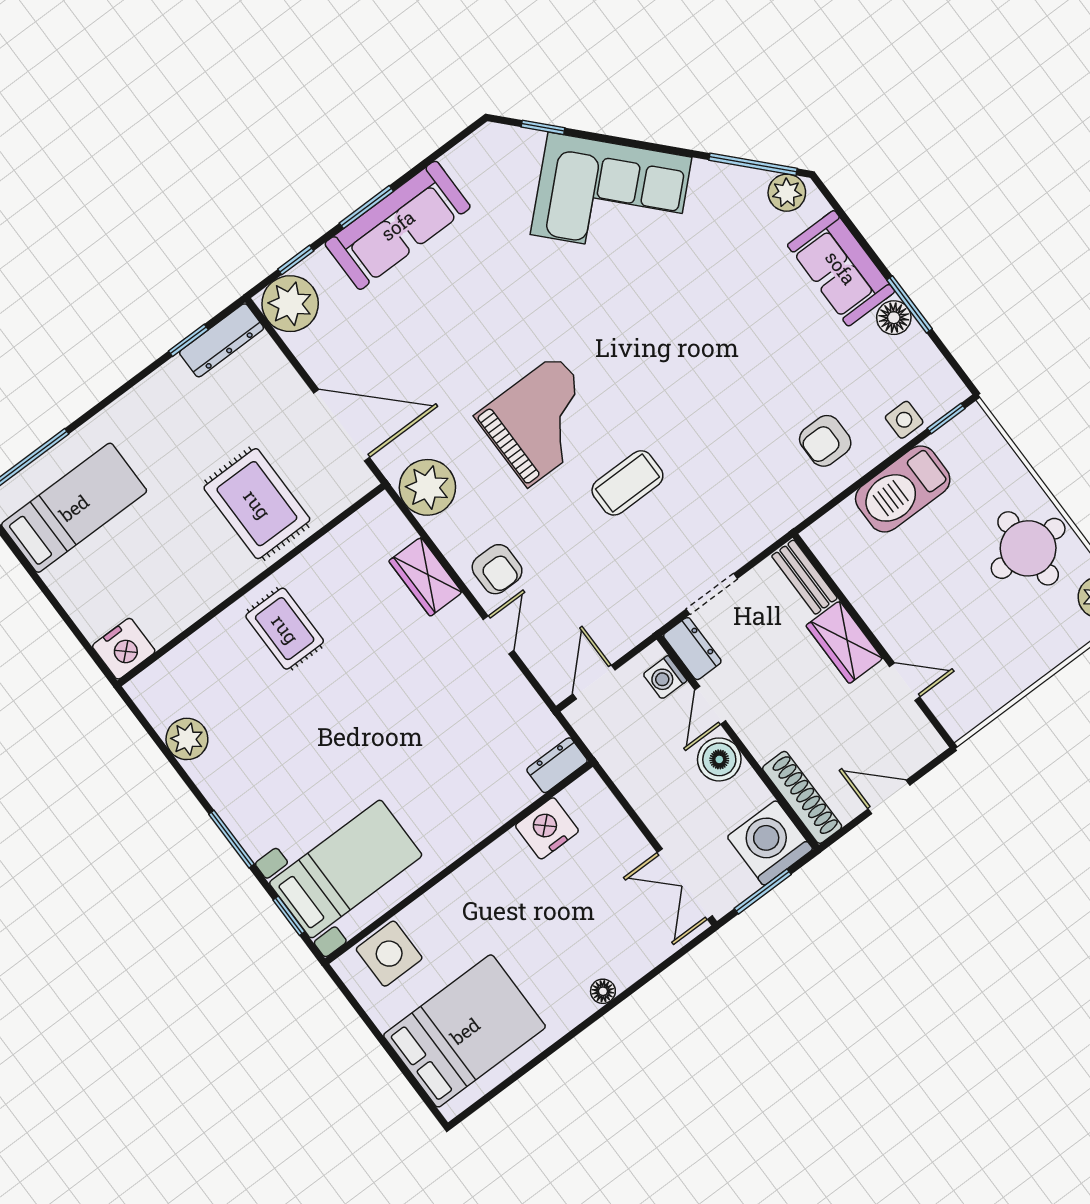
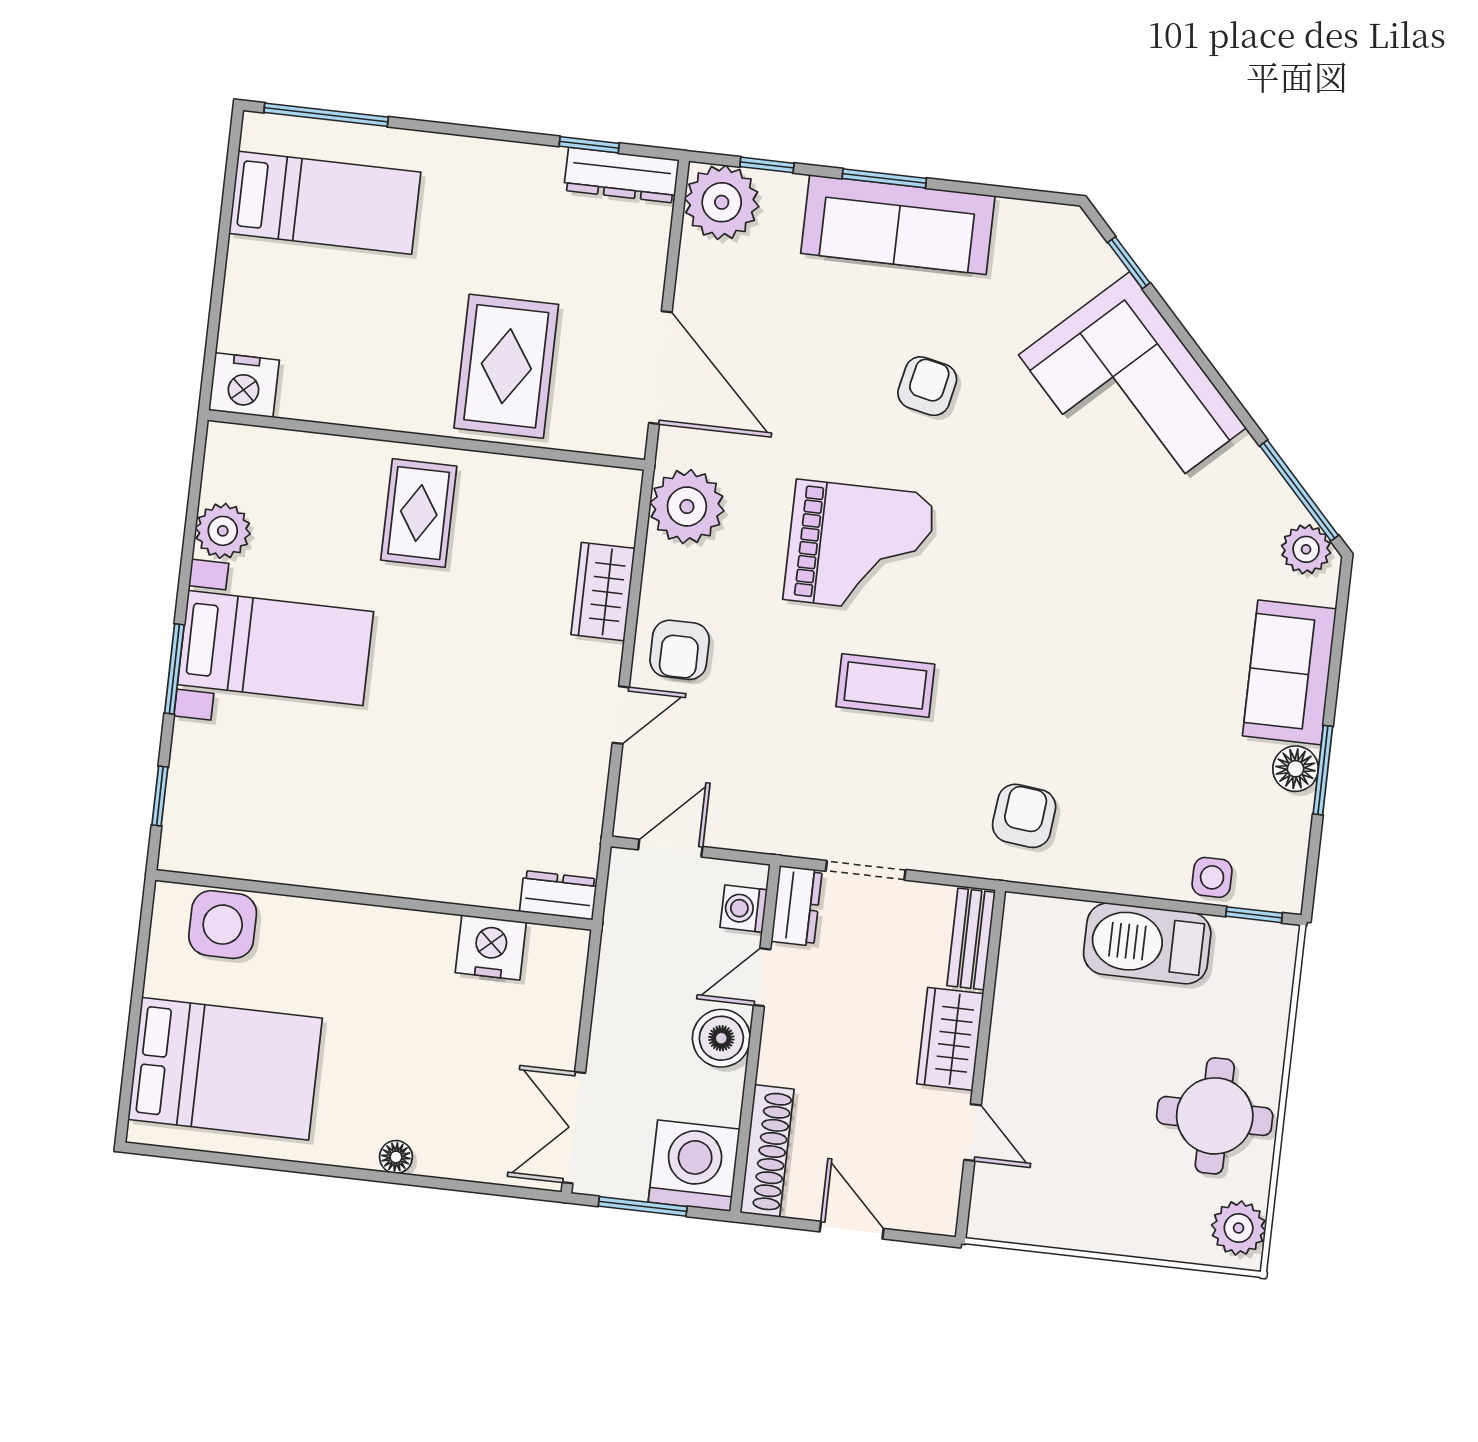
armchair: (497, 298) -> (927, 386), added
armchair: (825, 441) -> (1024, 816), moved, turned 96
bed with nightstands: (346, 869) -> (276, 648), moved

